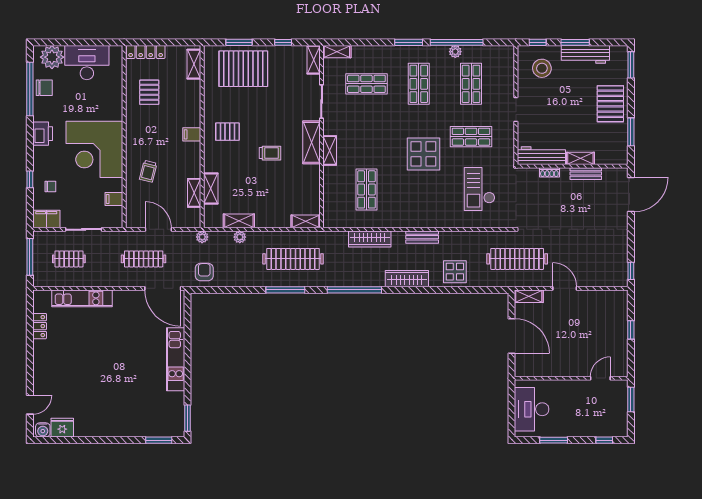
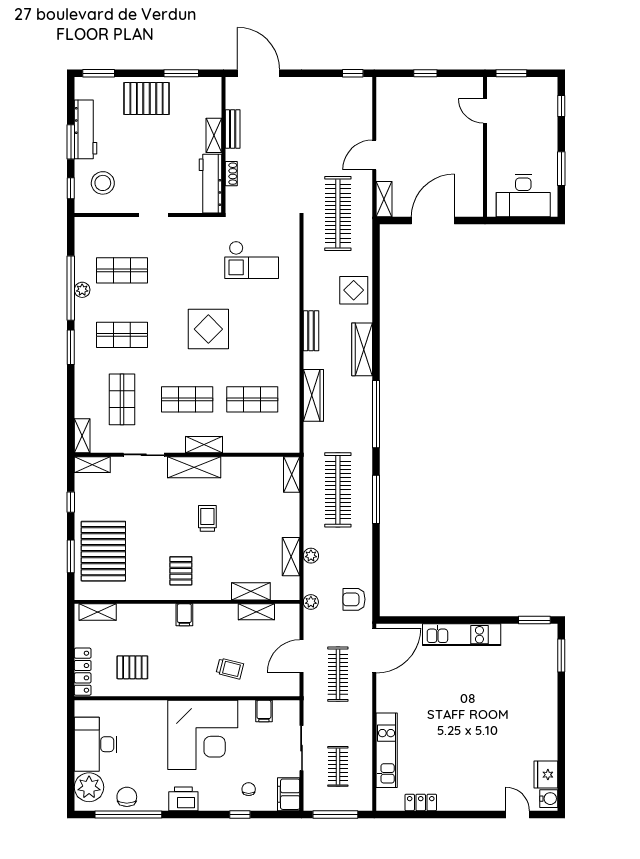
shop shelf: (471, 137) -> (187, 399), moved, turned 90

